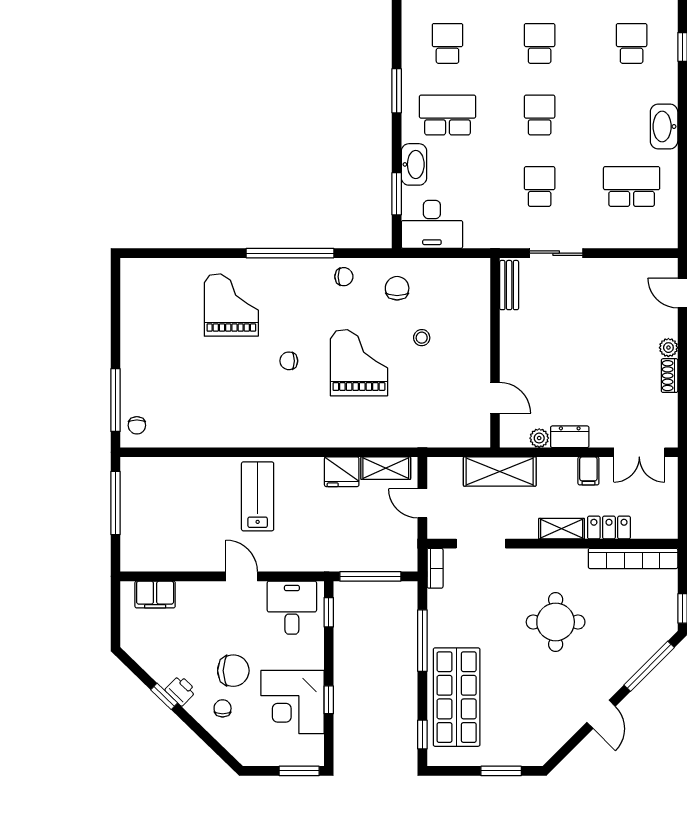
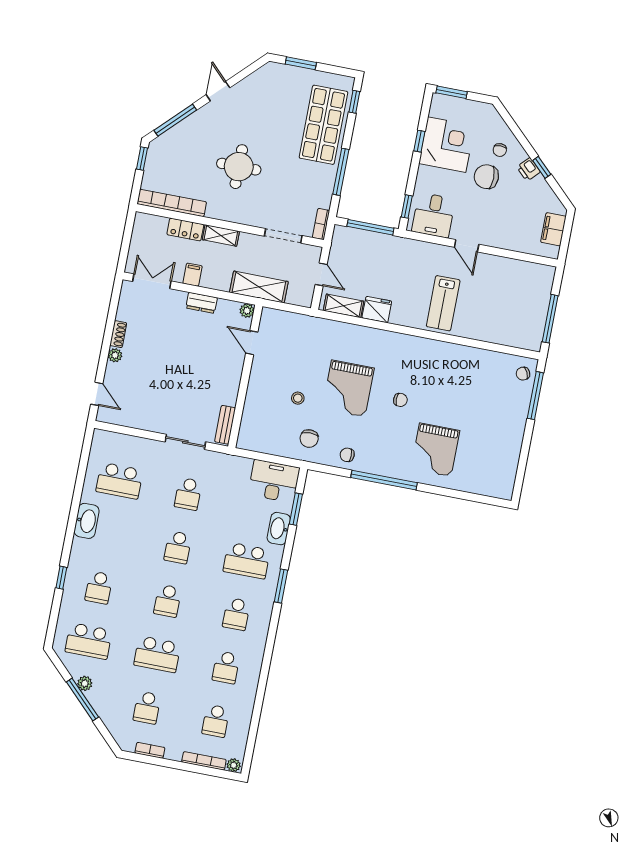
chair: (137, 425) -> (523, 374), turned -115
plant: (539, 438) -> (247, 311), moved
filing cabinet: (155, 594) -> (553, 229), moved, turned -90

